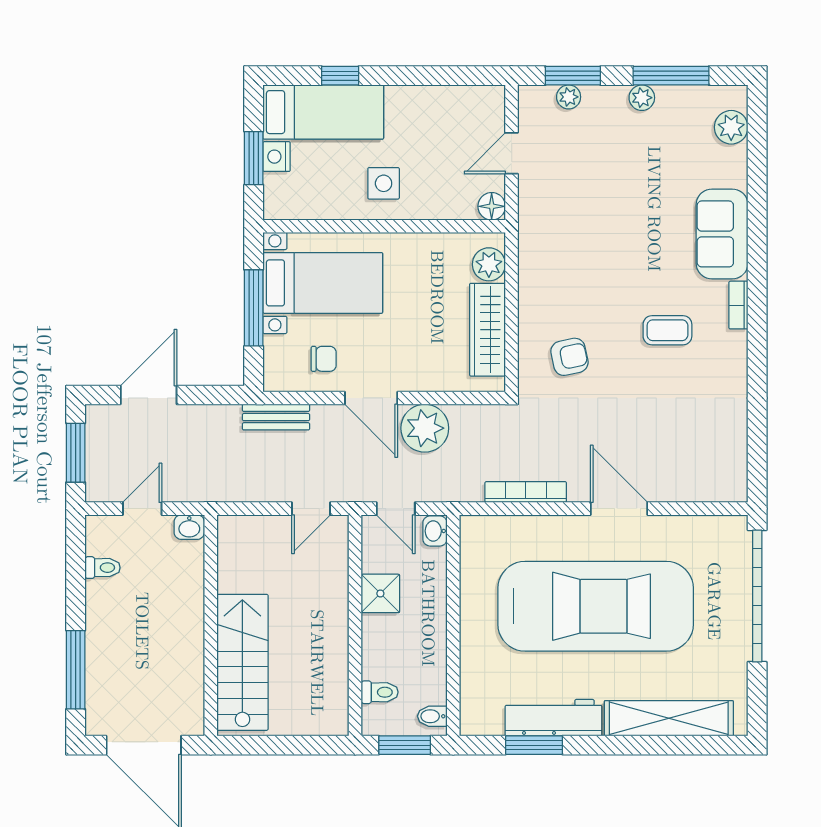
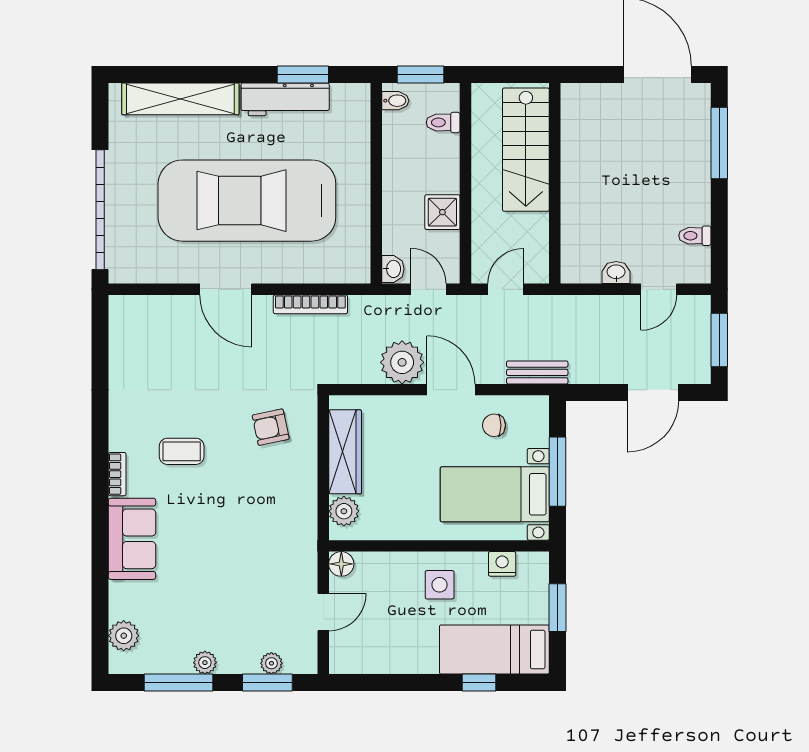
nightstand: (277, 157) -> (502, 564), moved, turned -90
wall: (211, 625) -> (555, 183), moved
stairs: (242, 662) -> (526, 150), moved

